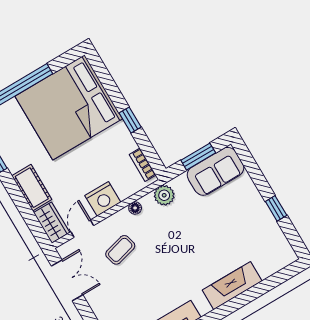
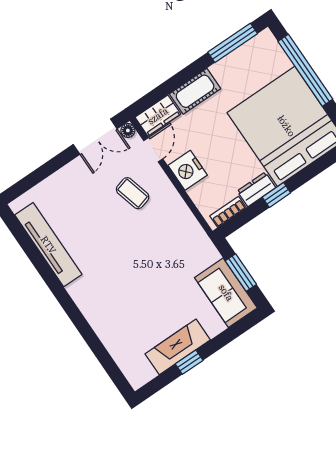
dresser: (124, 138) -> (256, 189), added
plant: (164, 195) -> (196, 238), removed
floor lamp: (135, 208) -> (128, 130), moved
door: (82, 229) -> (153, 150), hinge flipped
fireplace: (232, 286) -> (178, 347), moved, turned -90

